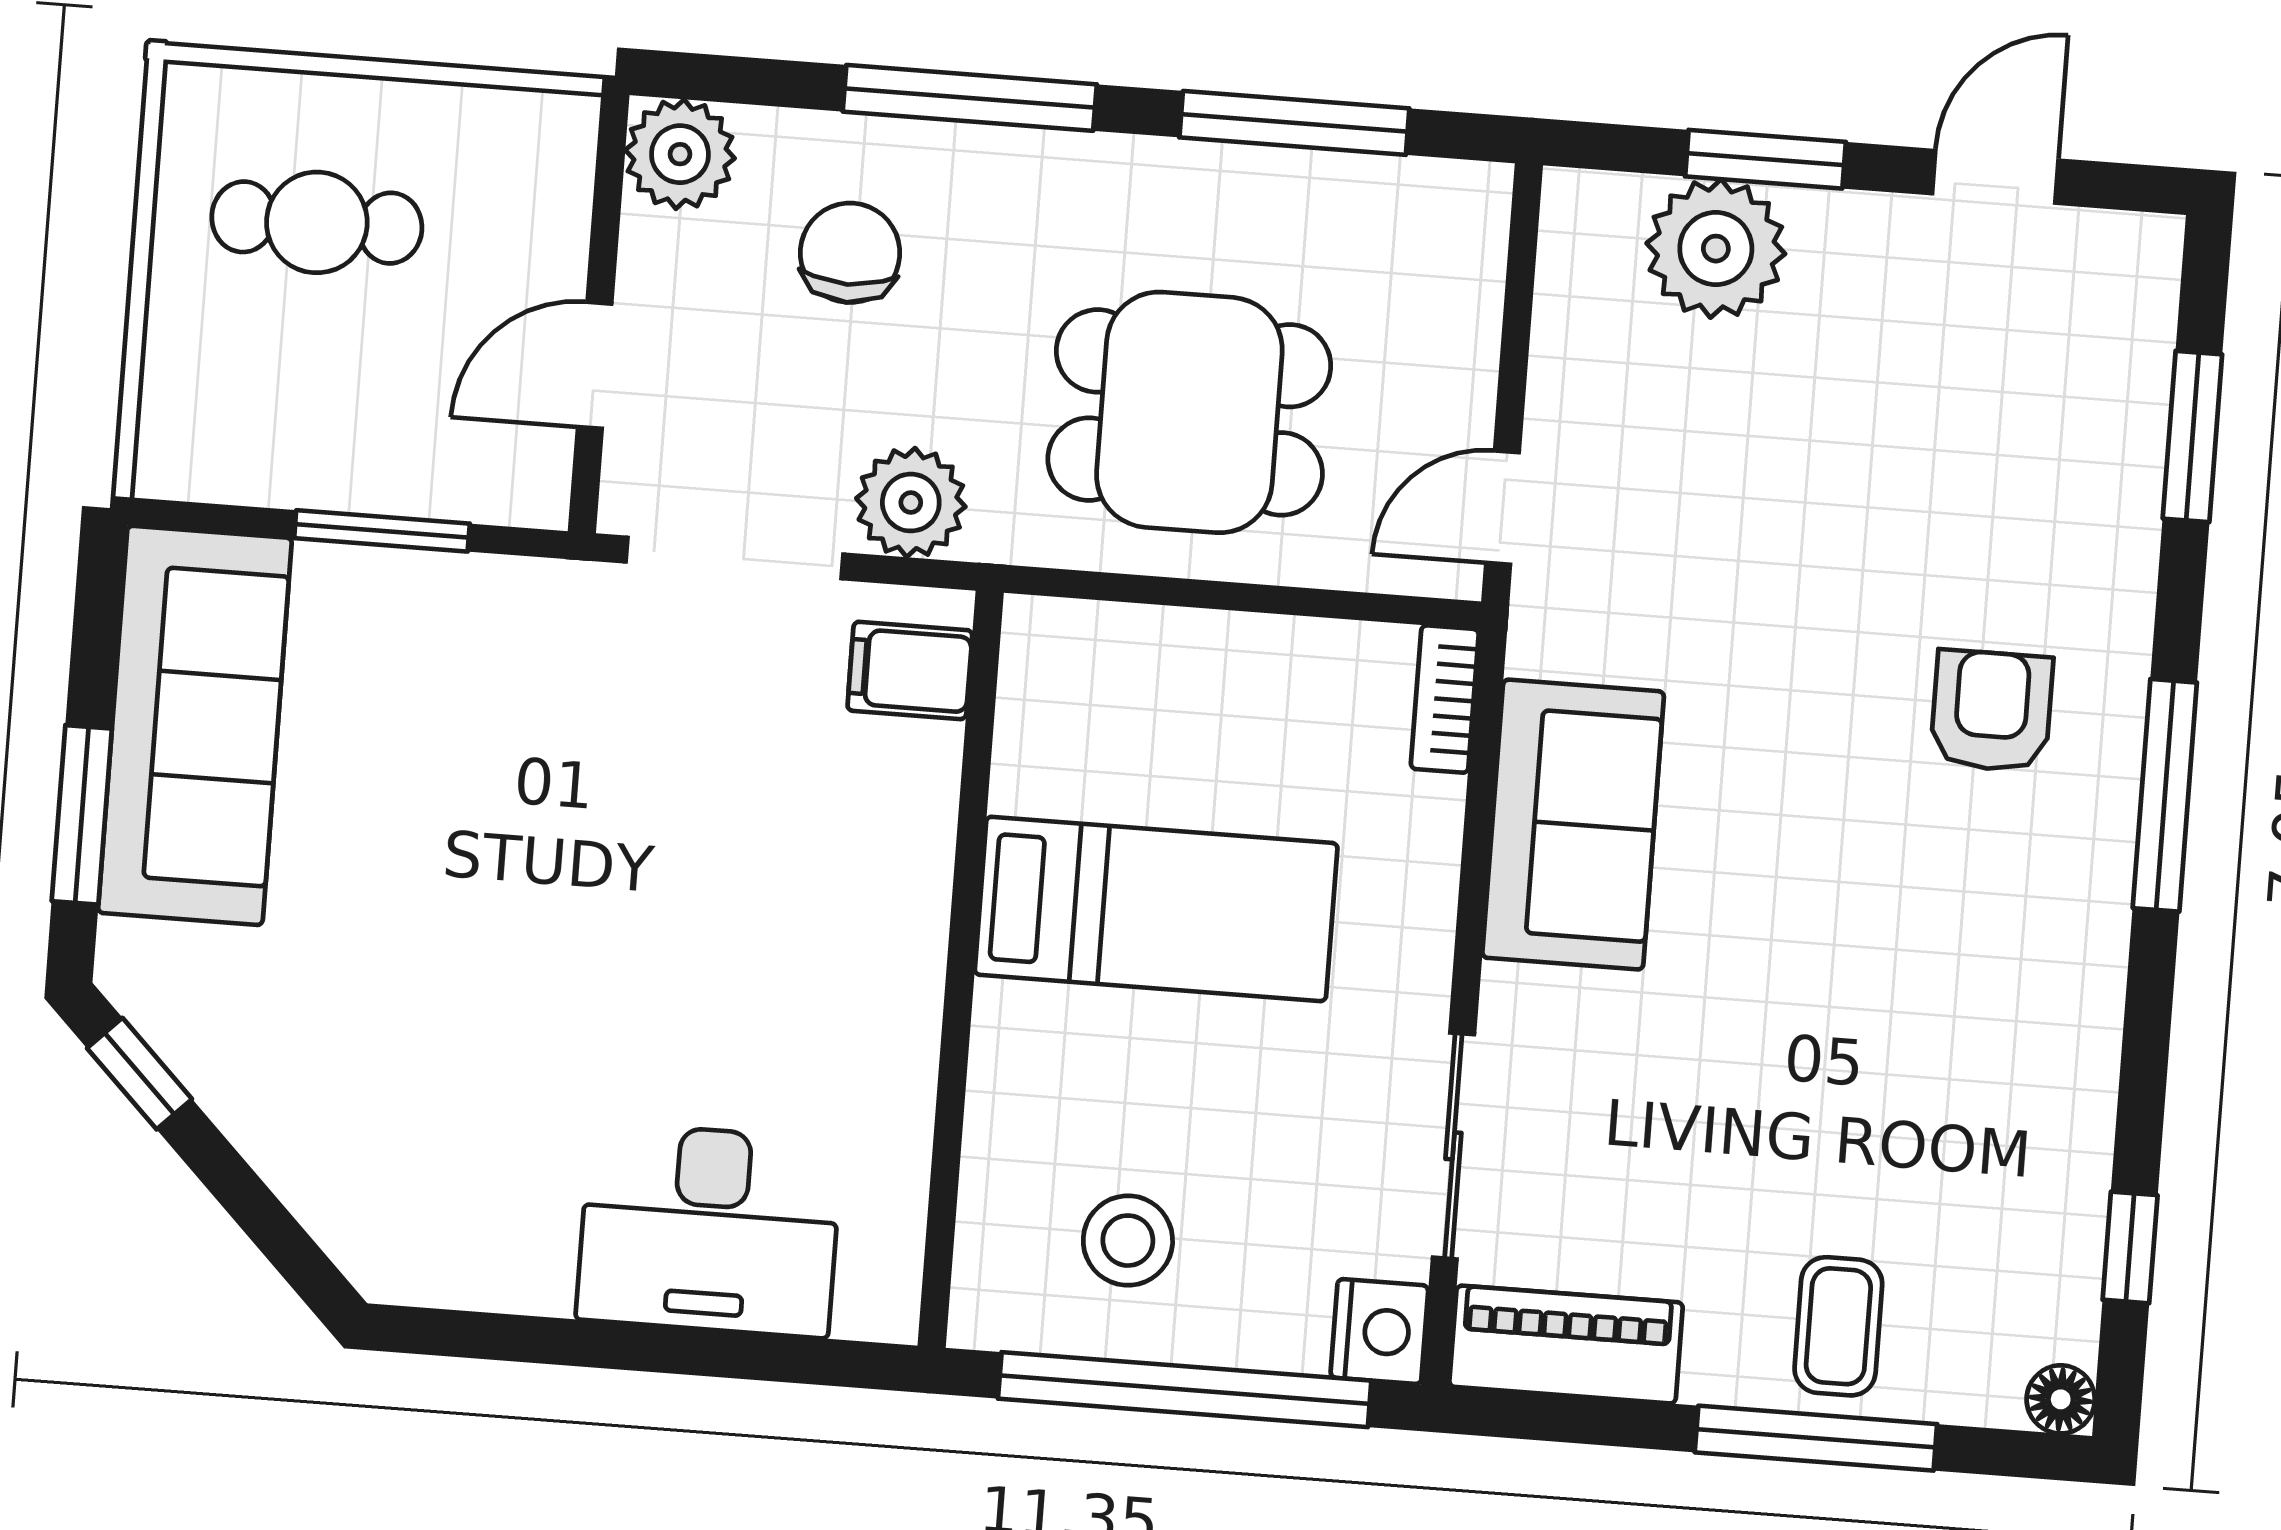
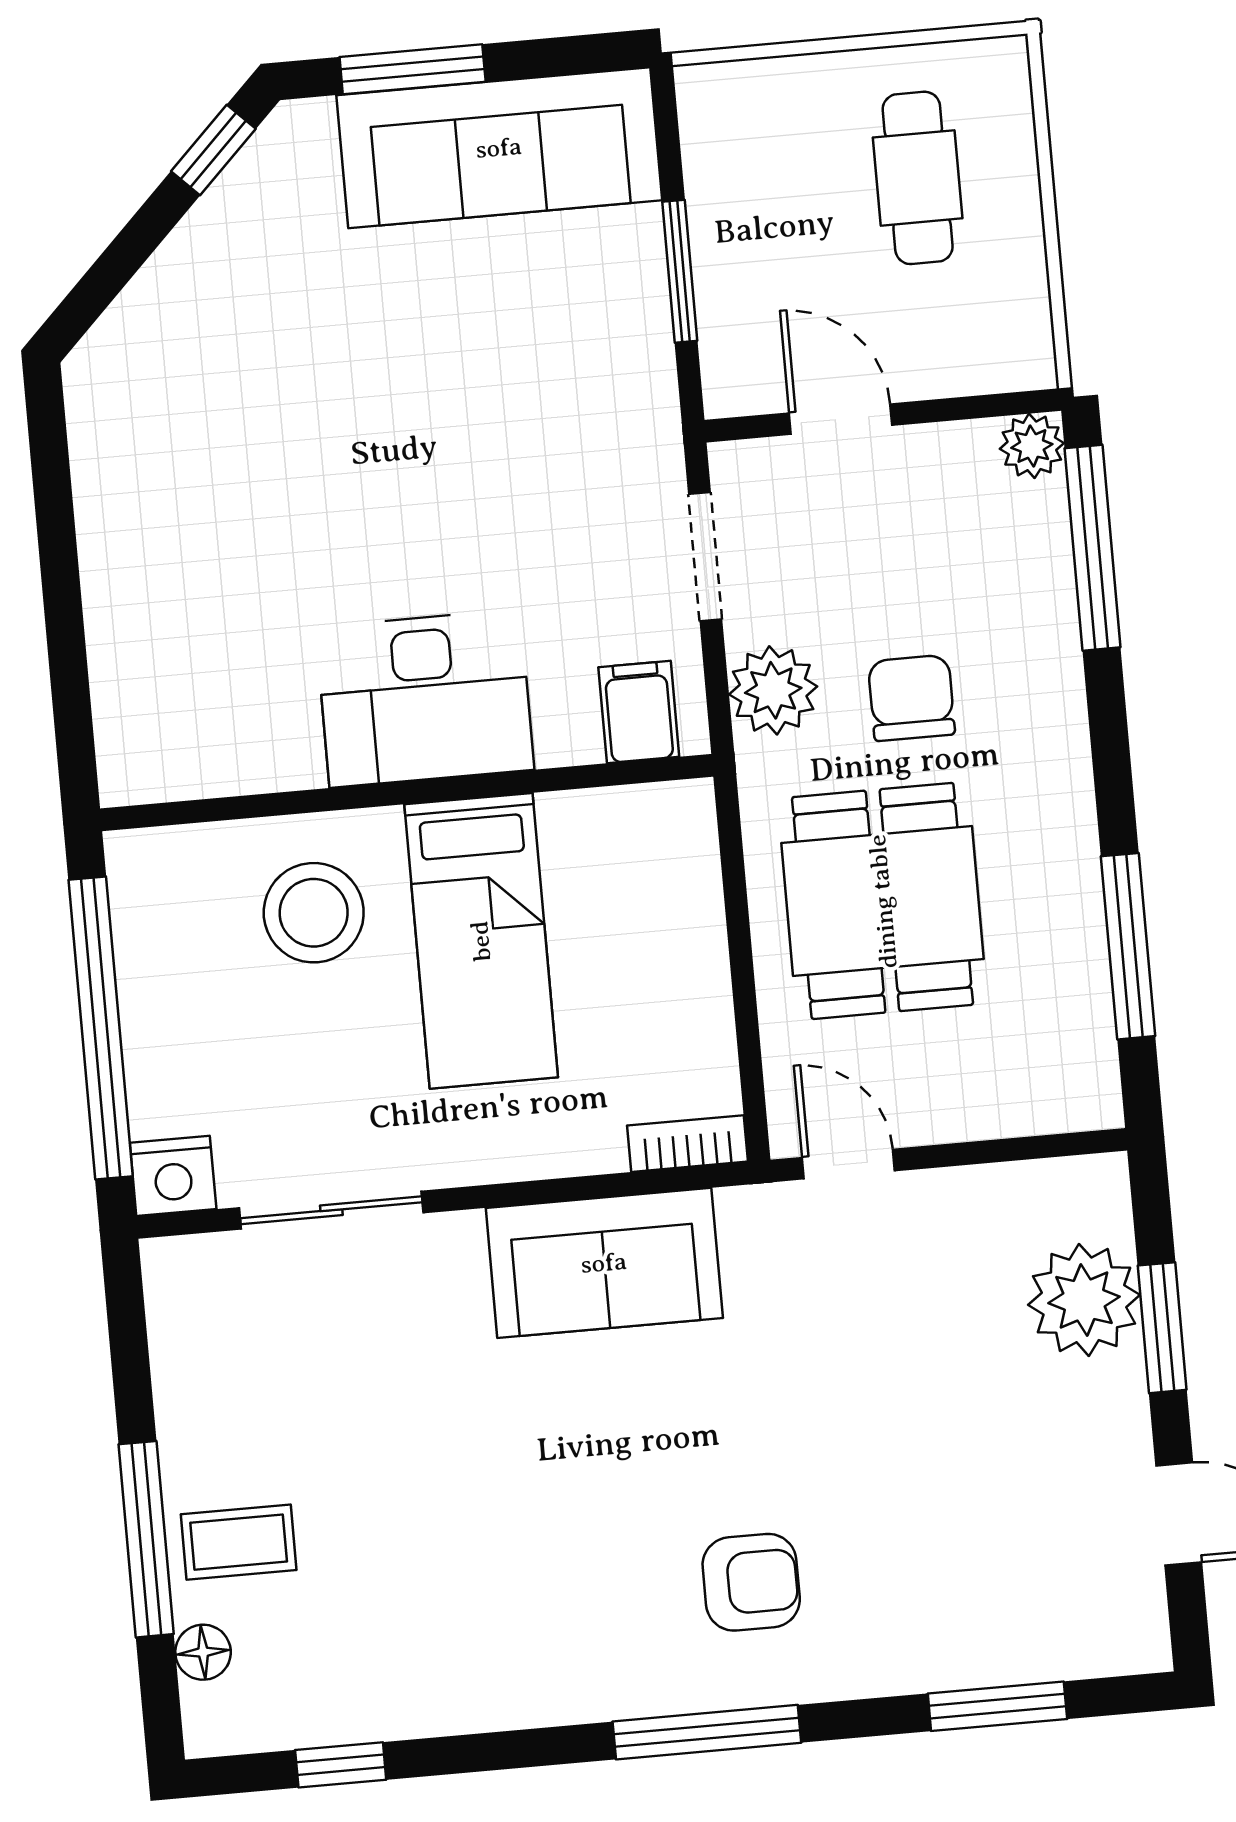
window: (970, 98) -> (1092, 548), moved
plant: (680, 154) -> (1032, 446), width x0.73, depth x0.73
chair: (850, 253) -> (911, 698), moved, turned -90
doorway: (734, 558) -> (705, 557), width x0.73
desk: (709, 1230) -> (425, 699), moved, turned -90
stool: (1128, 1241) -> (314, 913), moved, width x1.38, depth x1.38
piano: (1566, 1345) -> (188, 1327), removed
floor lamp: (2061, 1399) -> (203, 1652), moved

